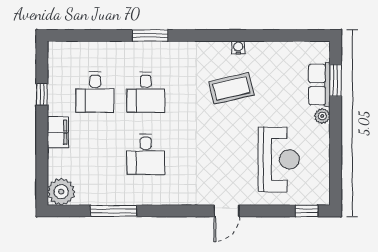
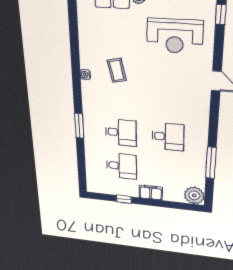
water cooler: (238, 47) -> (85, 75), moved
coffee table: (231, 88) -> (117, 70), width x0.73, depth x0.77
reception desk: (279, 159) -> (175, 36), turned 180

